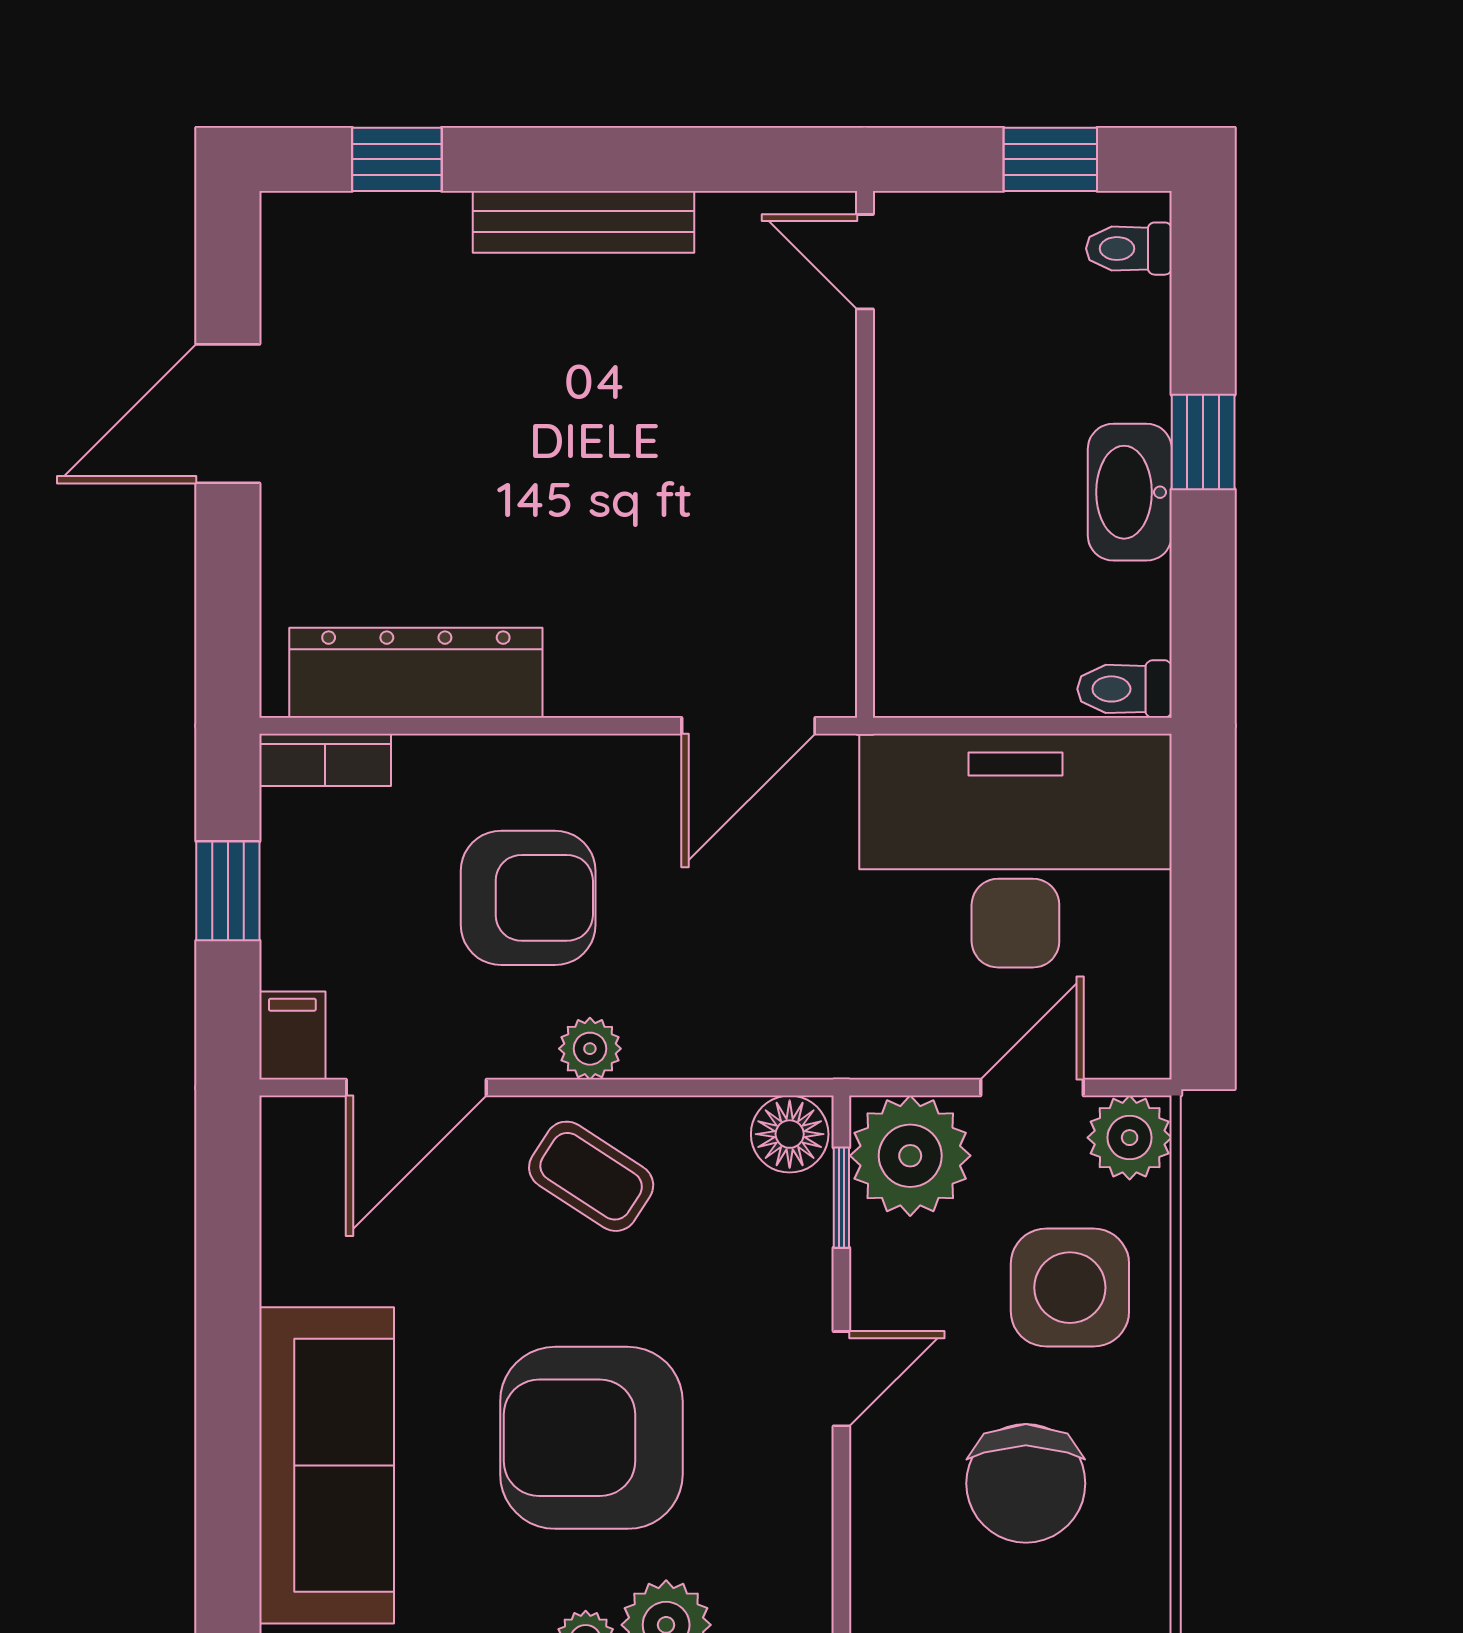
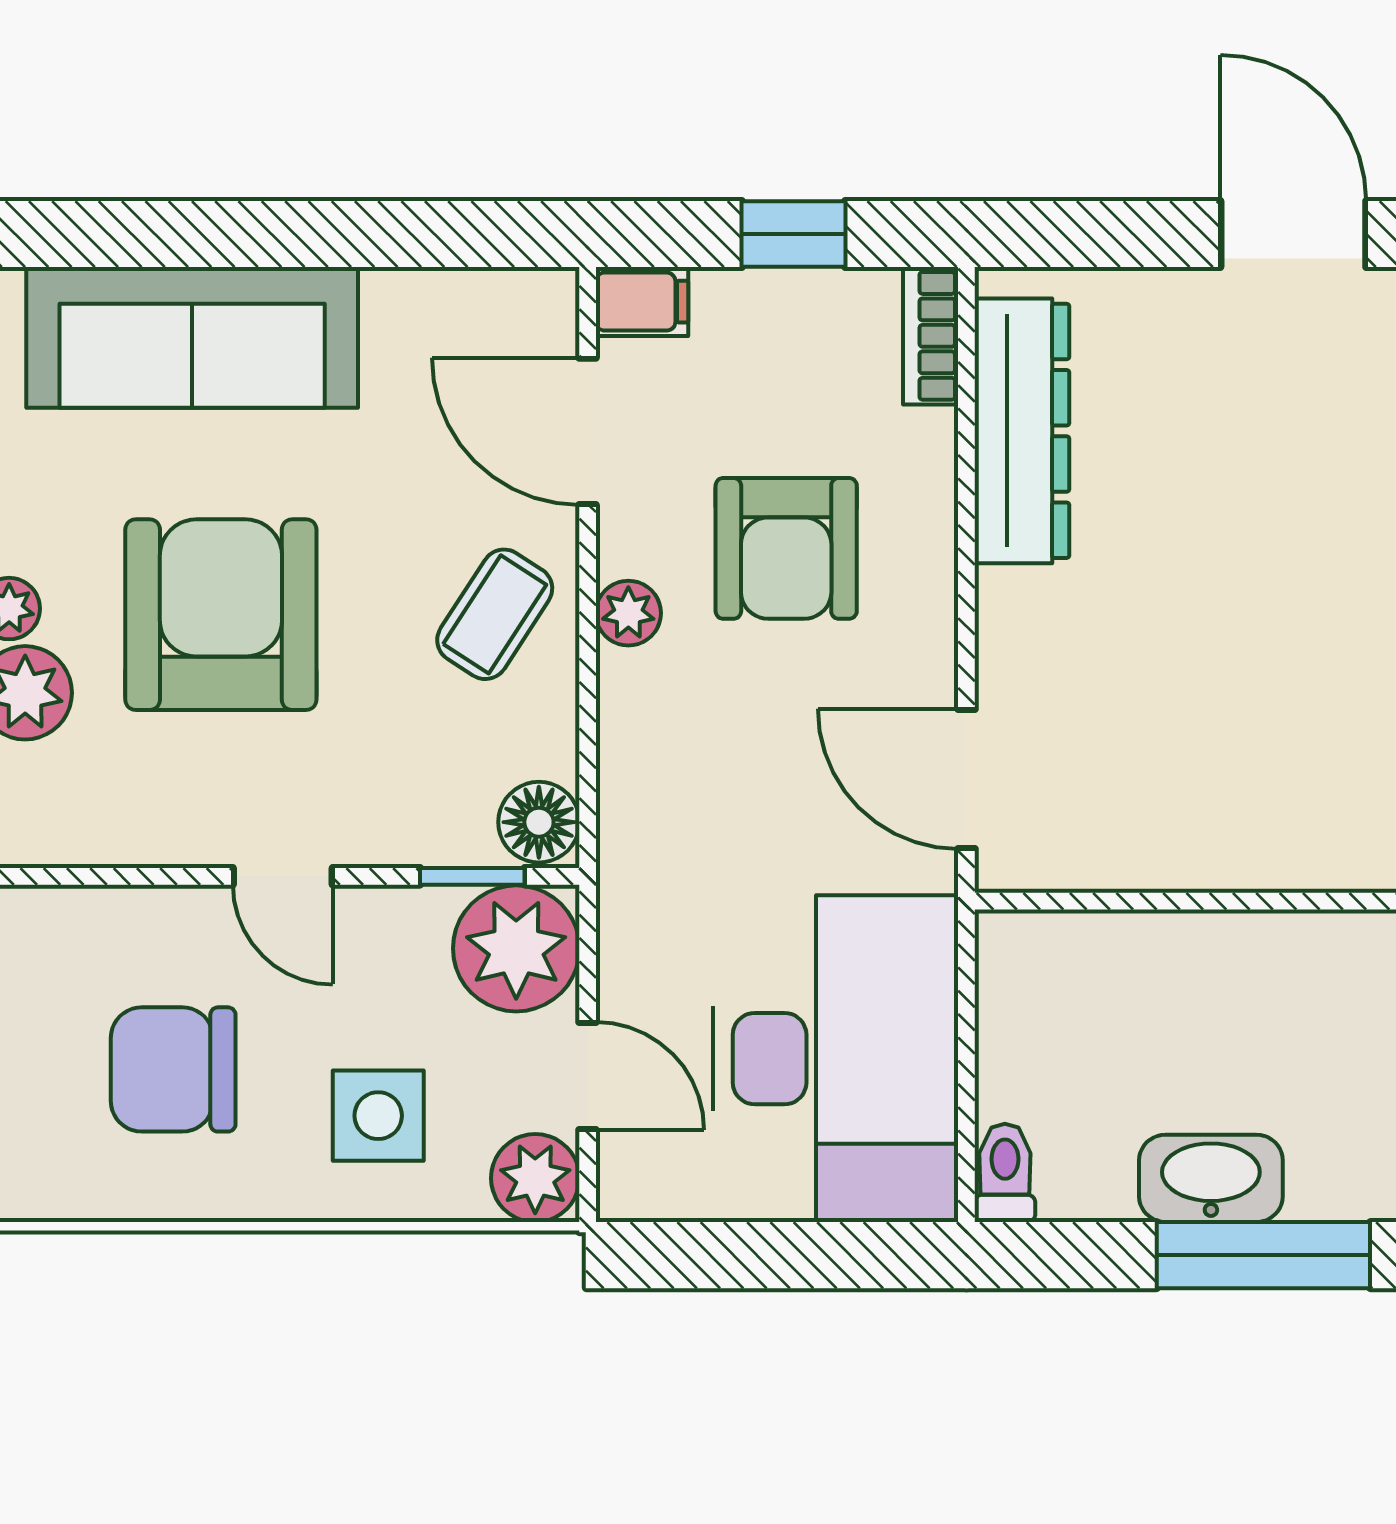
window: (1203, 442) -> (1263, 1255), width x2.17
side table: (1070, 1288) -> (378, 1116), width x0.73, depth x0.73

